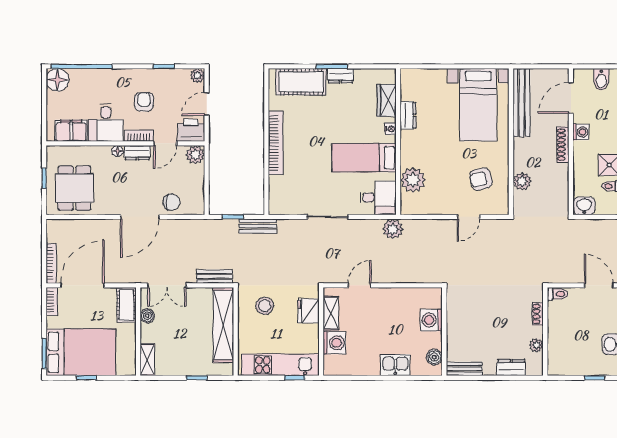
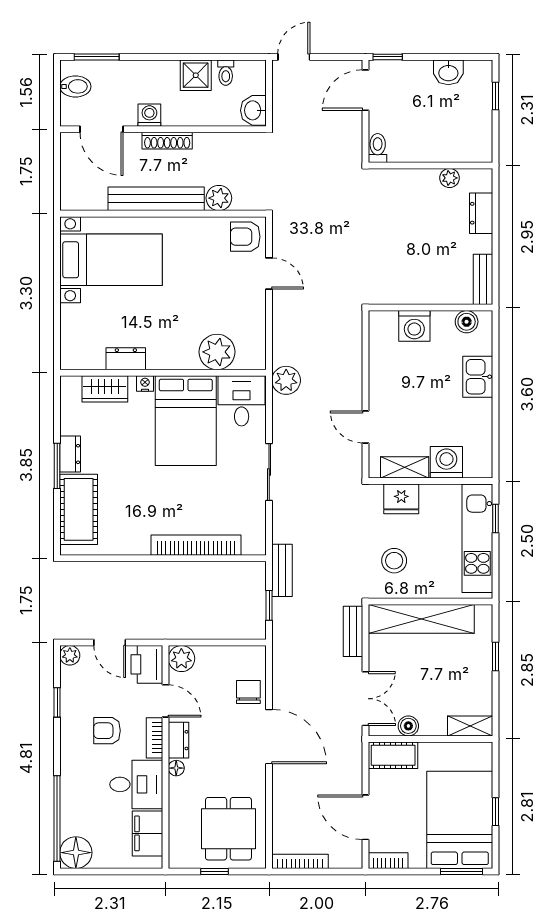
bench: (522, 103) -> (156, 199), moved
bookcase: (276, 143) -> (196, 545), moved
bed: (364, 158) -> (186, 421), width x1.50
armchair: (481, 179) -> (245, 237), moved, turned 104
dining table: (74, 188) -> (228, 829), turned 90
bookcase: (51, 263) -> (300, 861), moved
door: (82, 285) -> (365, 817), width x0.73
shoe rack: (538, 314) -> (406, 176), removed

